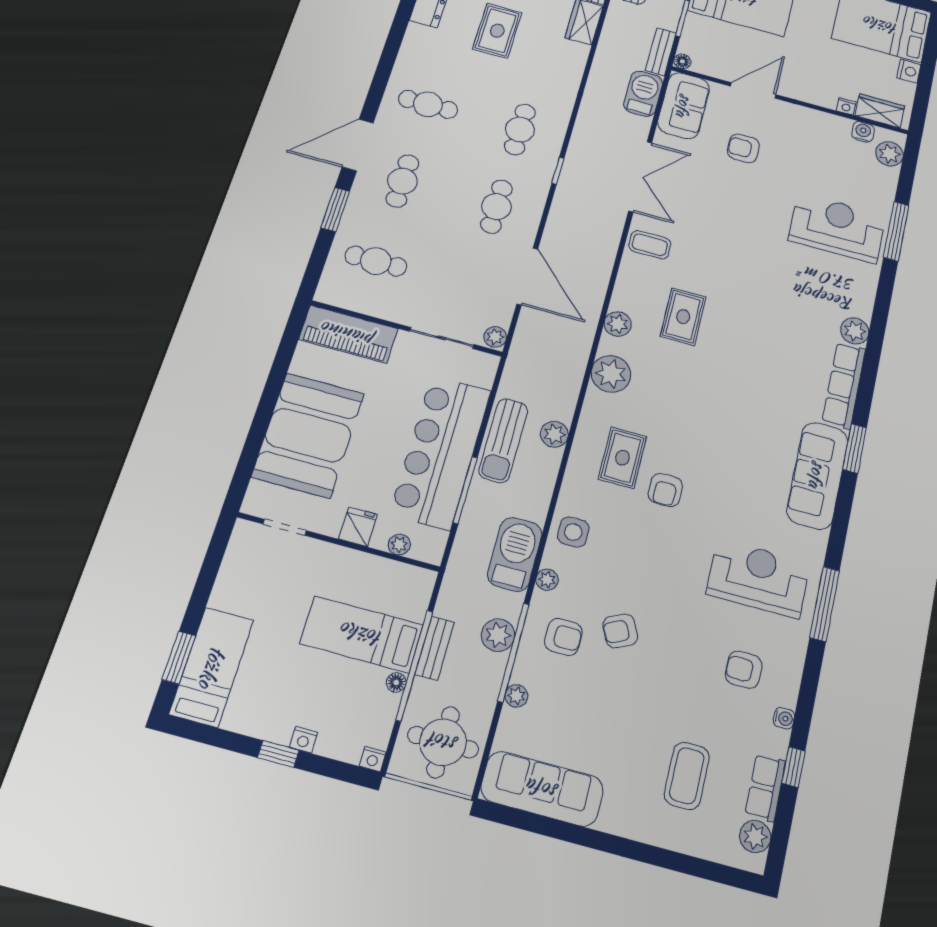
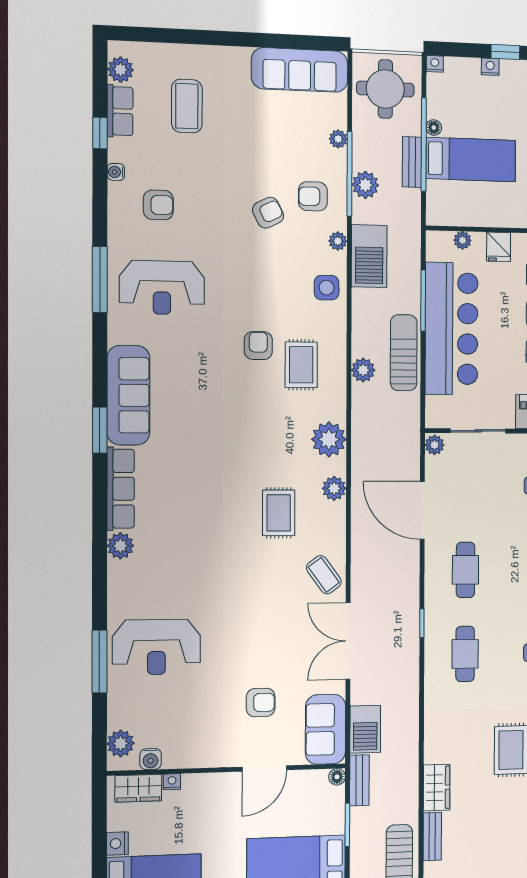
coffee table: (650, 245) -> (324, 575), turned 54

